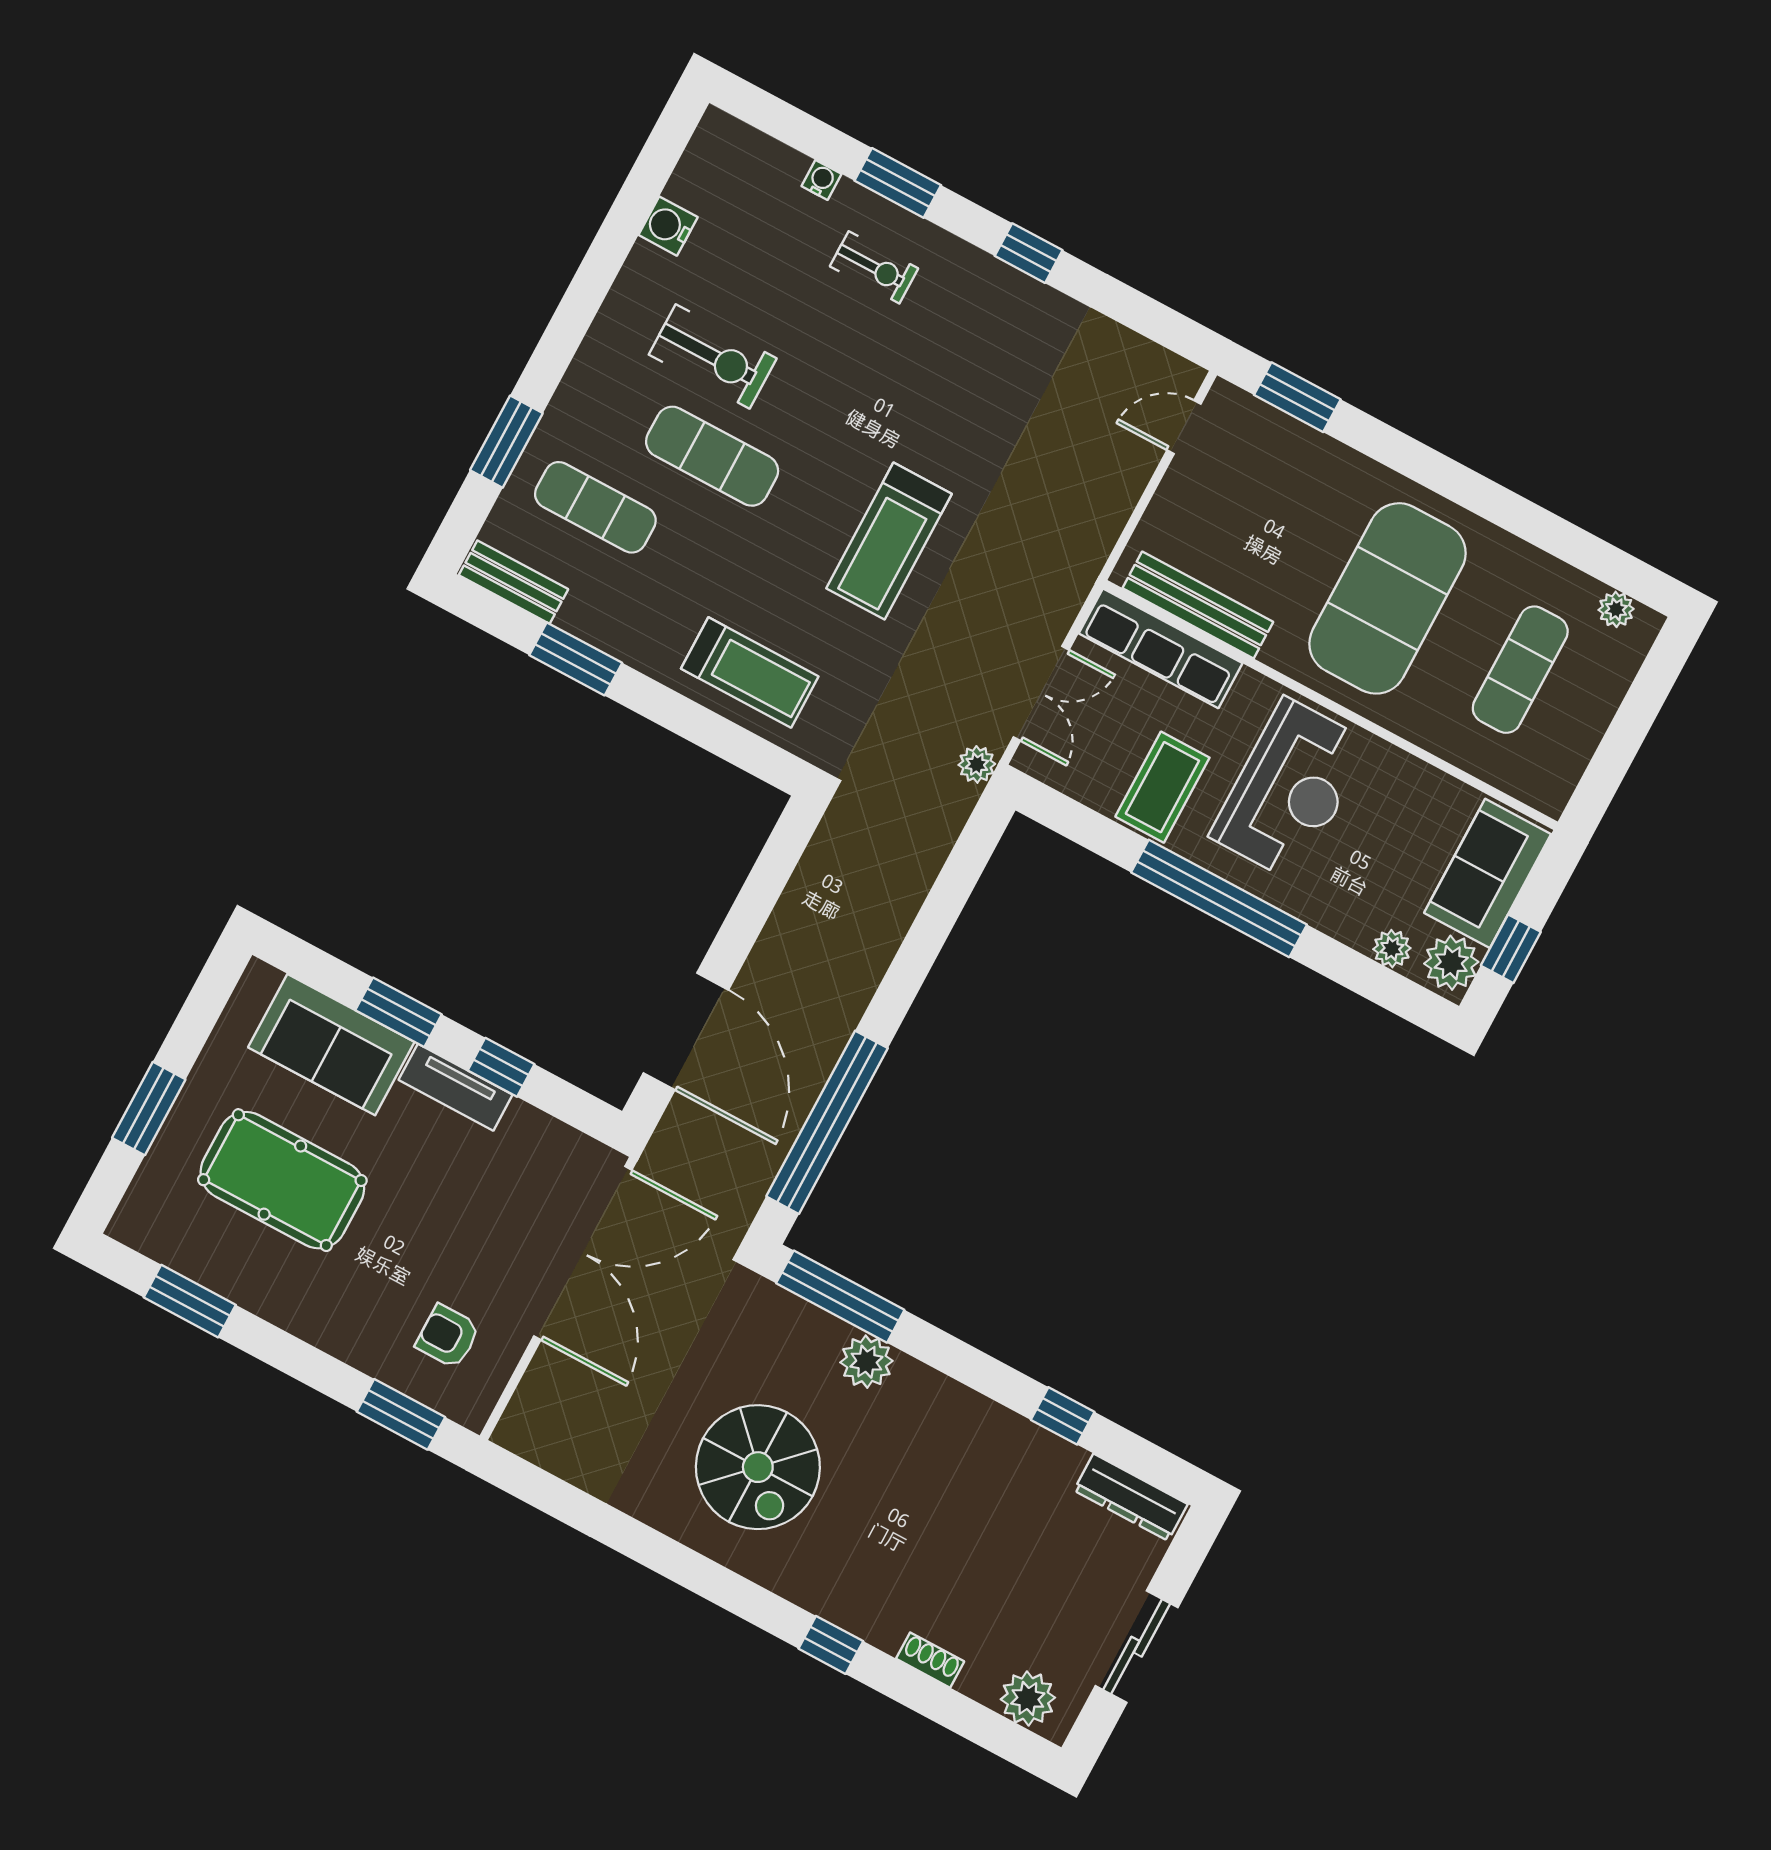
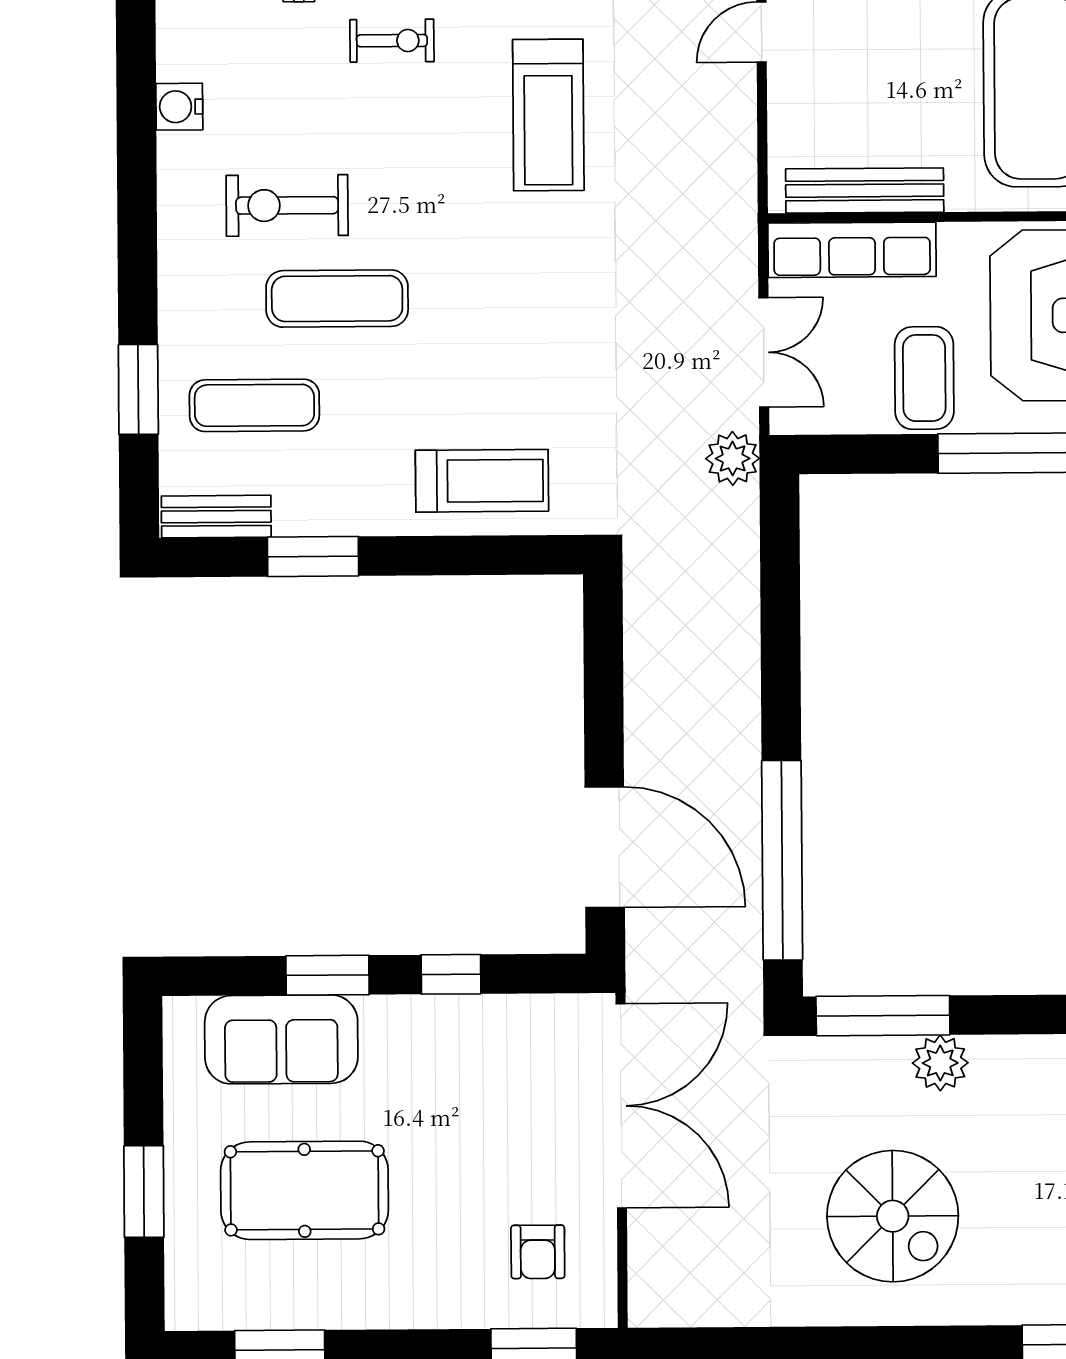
exercise bike: (713, 356) -> (287, 205), turned 180
treadmill: (889, 541) -> (548, 115), moved
plant: (977, 764) -> (733, 458), width x1.38, depth x1.38
tv unit: (456, 1087) -> (419, 1016), removed
armchair: (448, 1336) -> (538, 1252), turned -90

